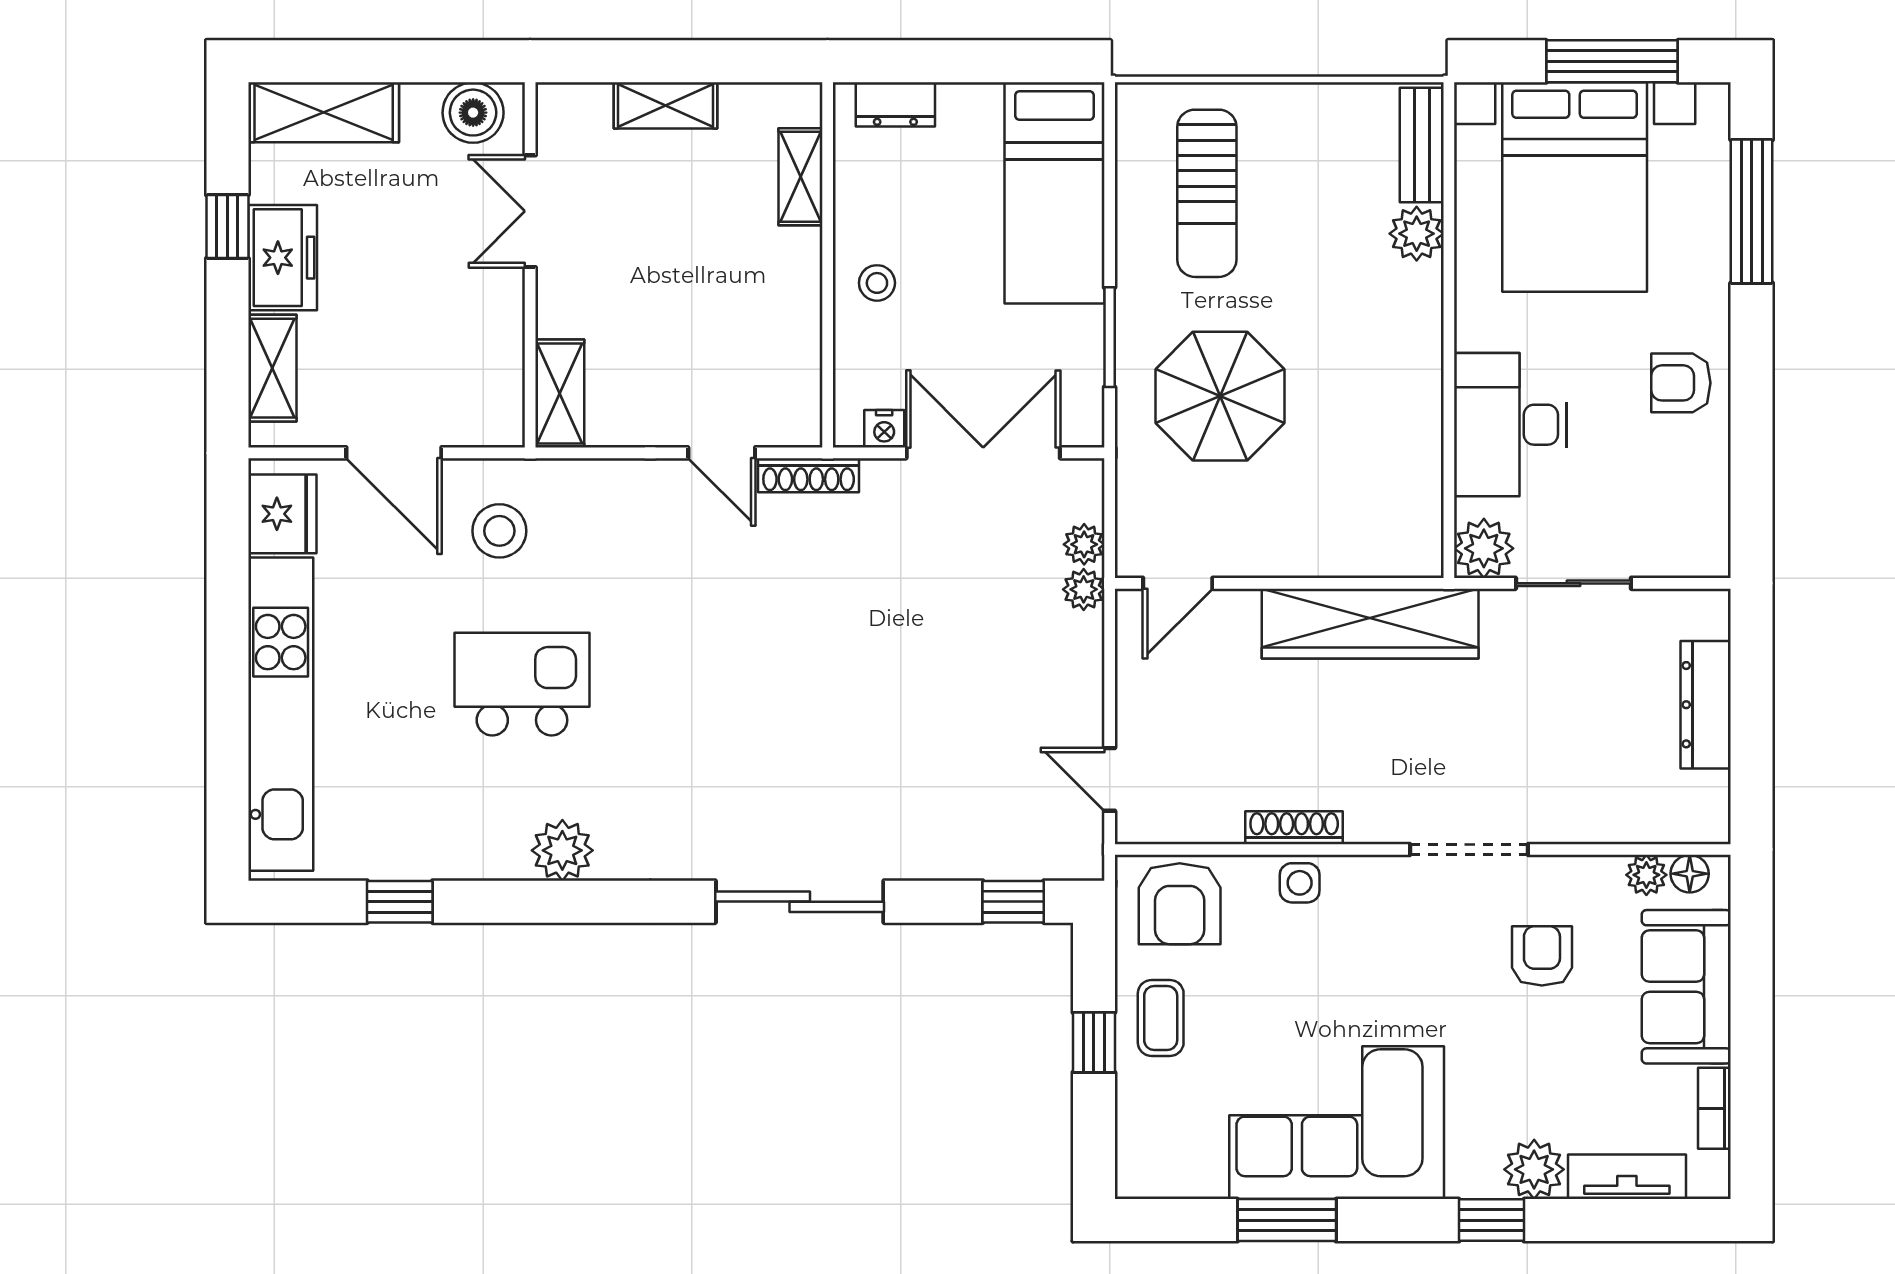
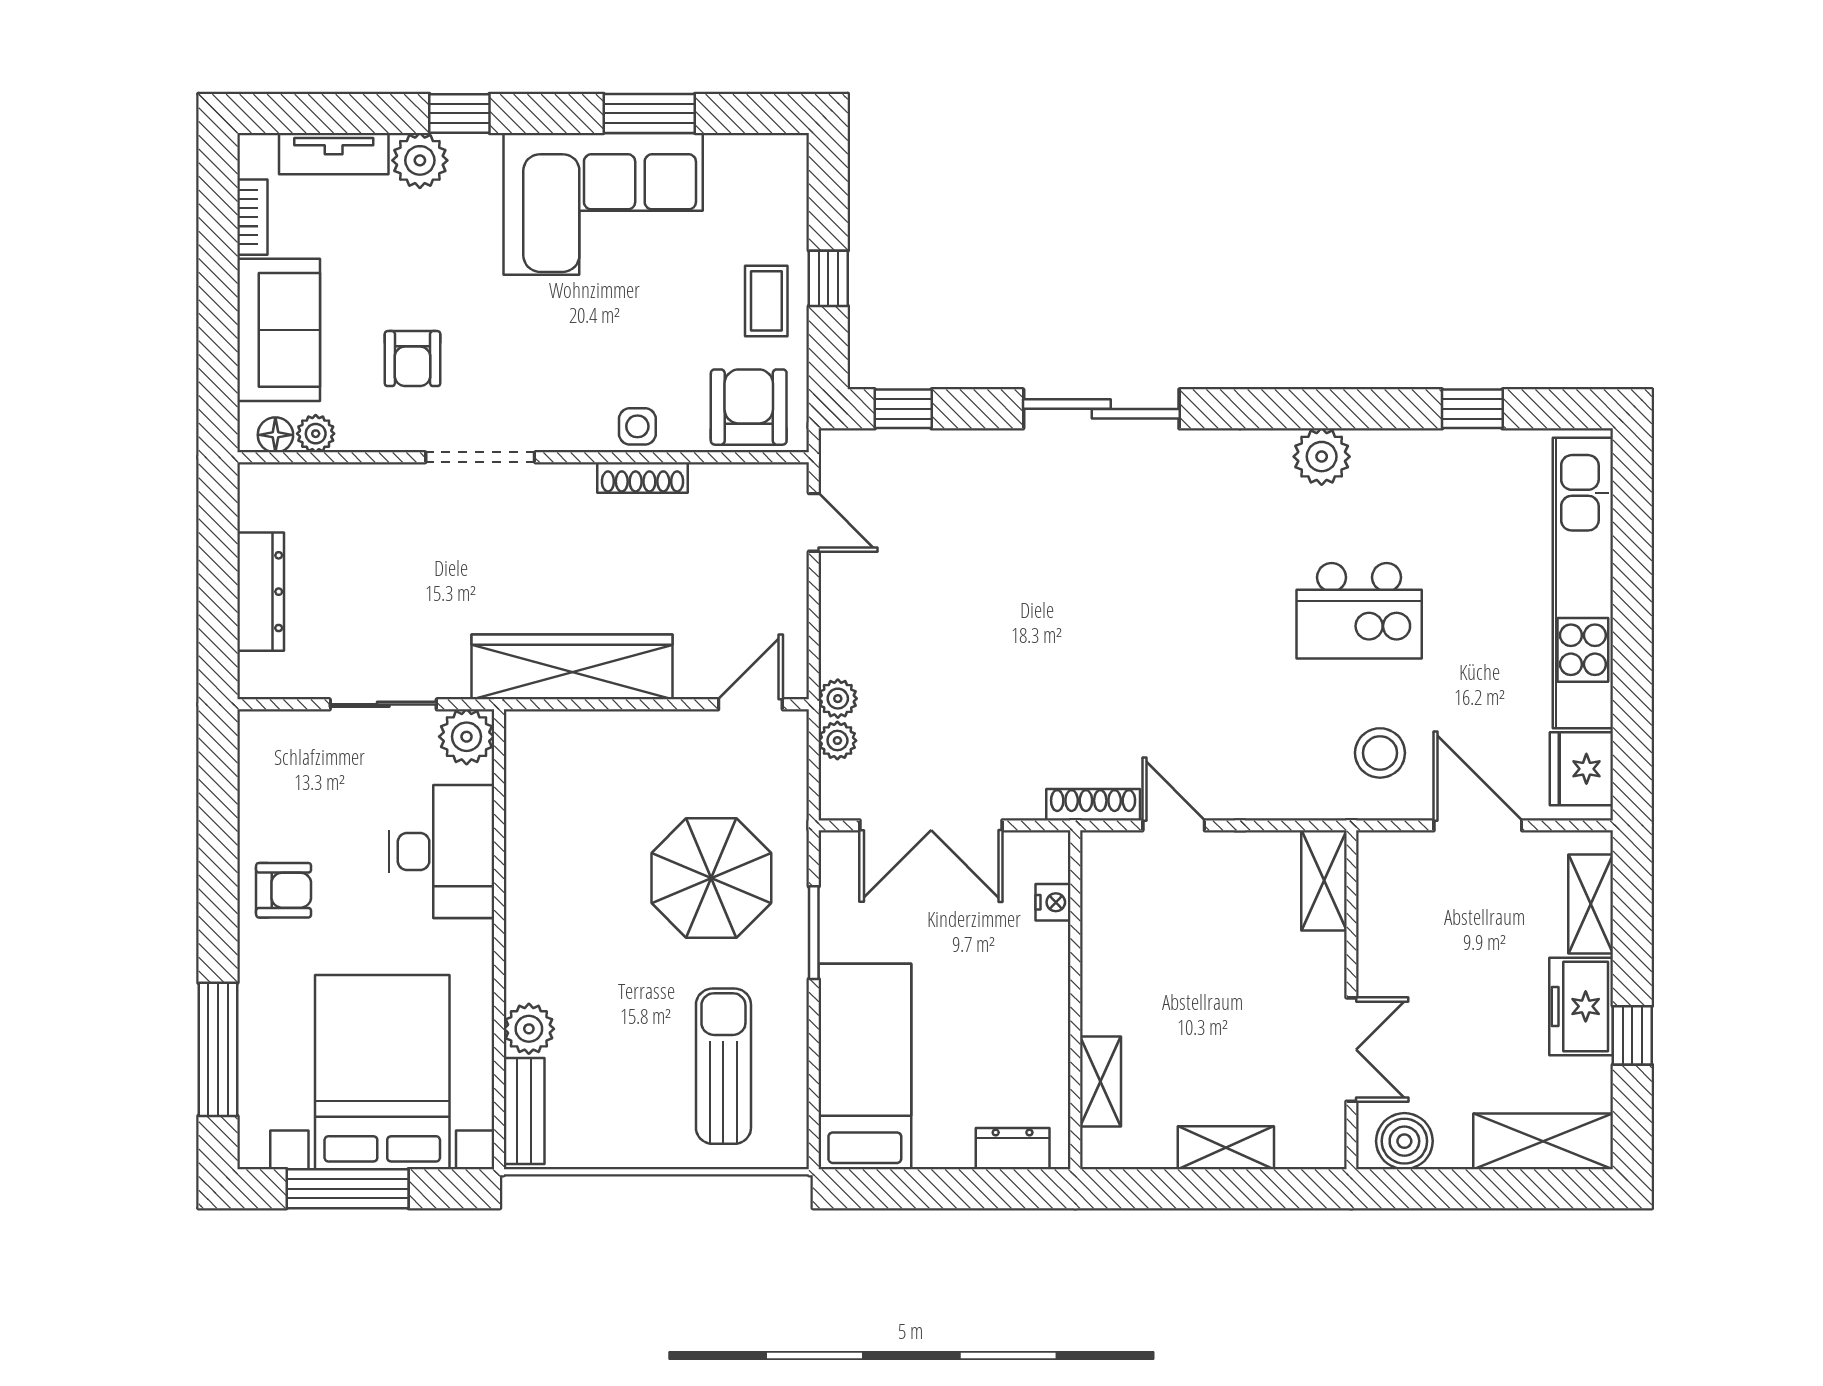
stool: (877, 283) -> (1030, 983), removed
nightstand: (884, 429) -> (1053, 902), moved, turned 90

